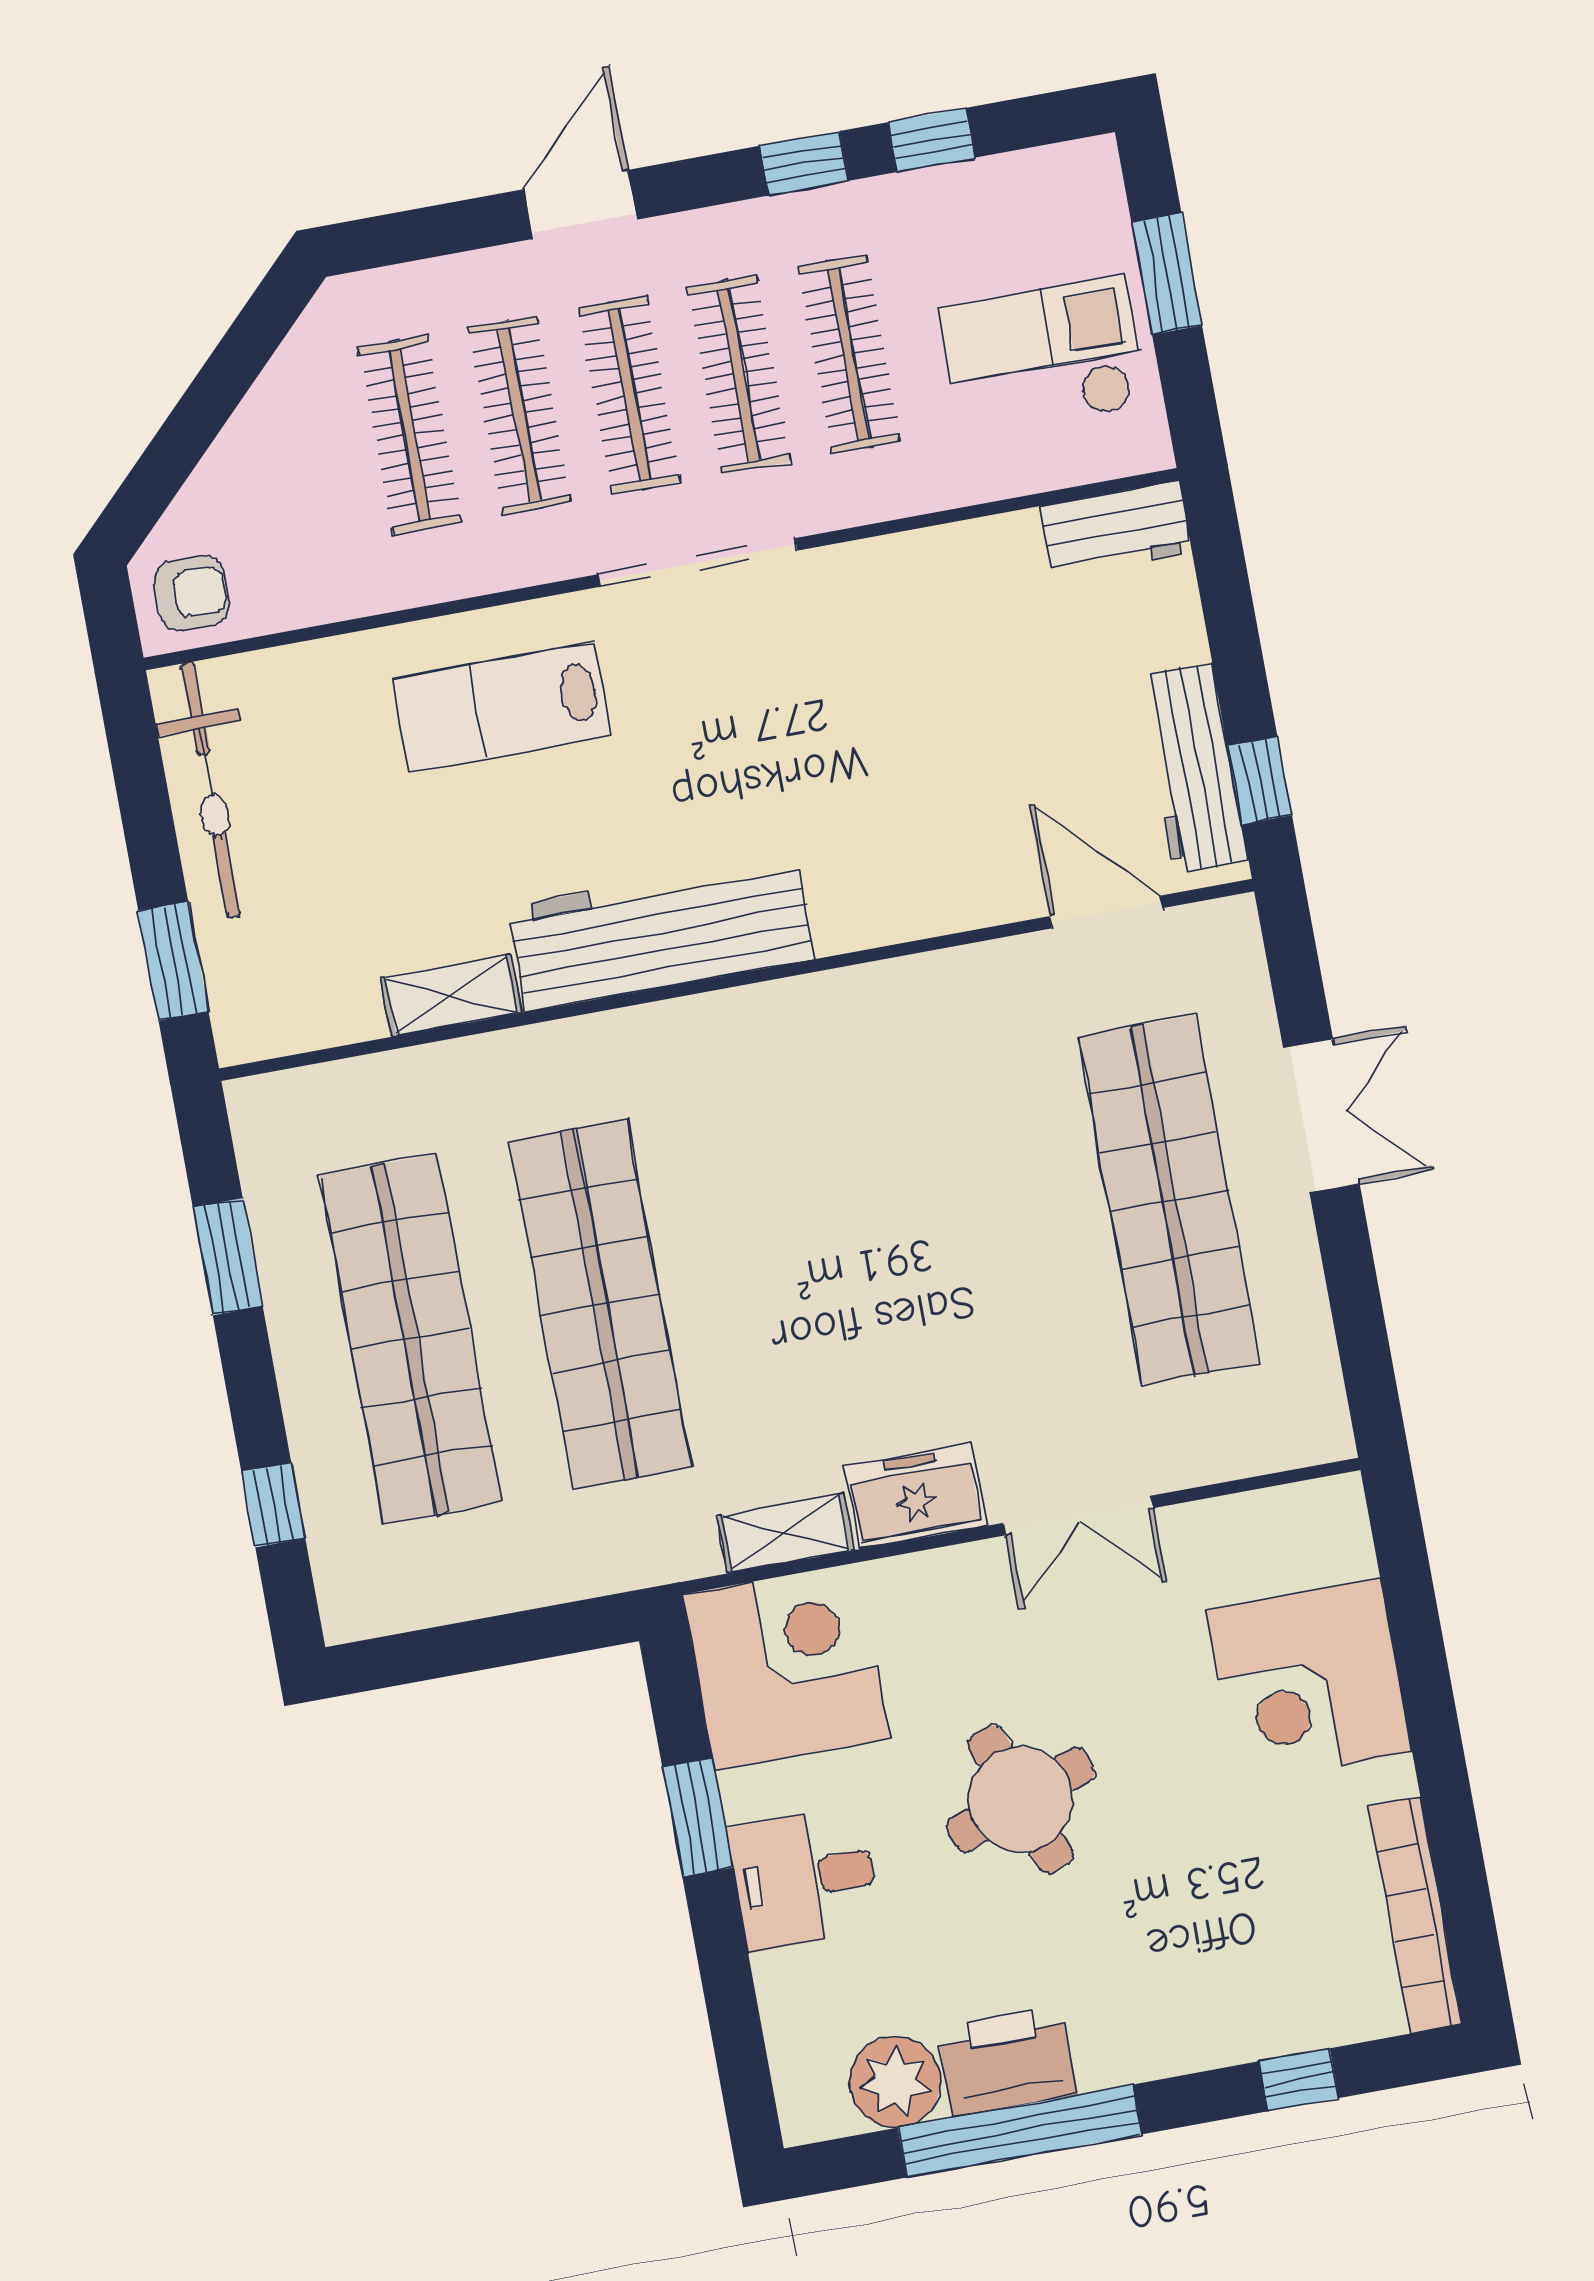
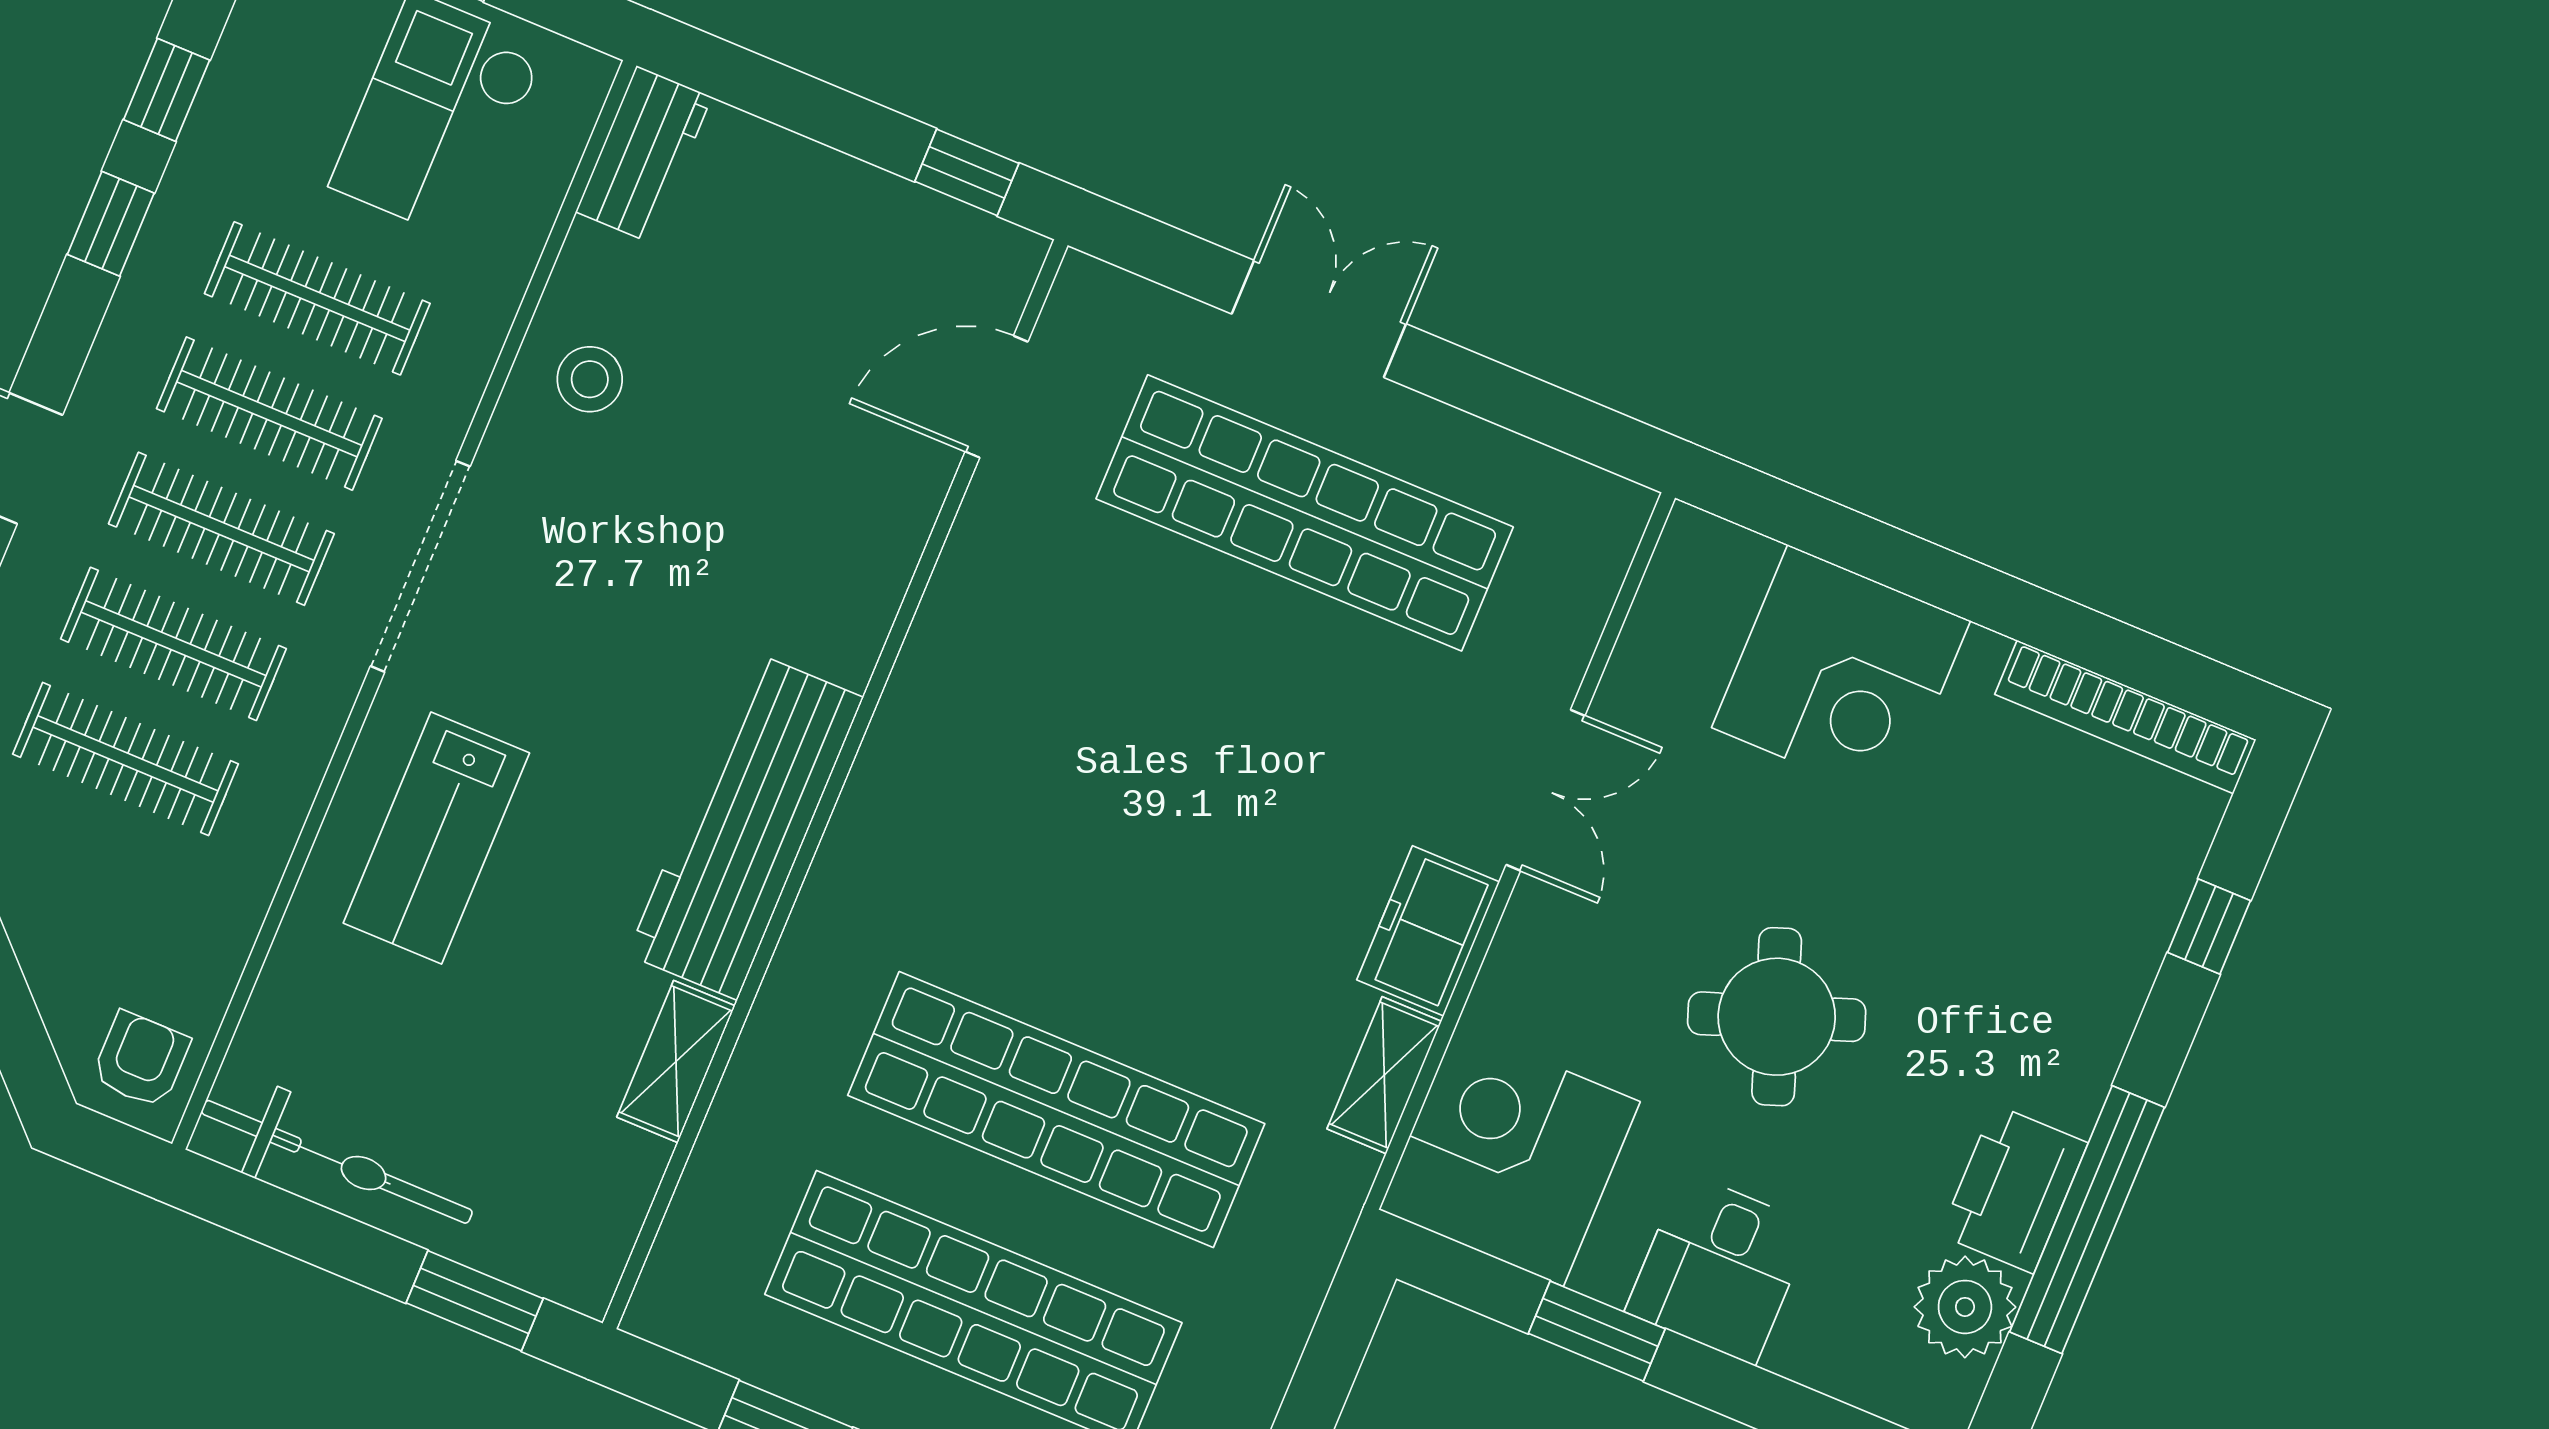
stool: (921, 598) -> (590, 379), added
workbench: (1193, 769) -> (915, 227), removed

